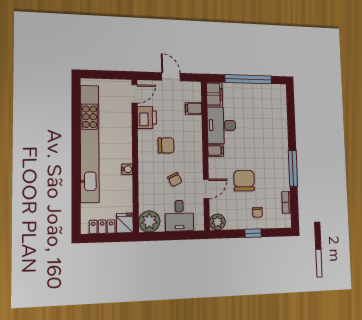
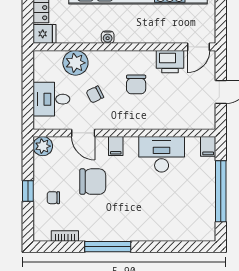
door: (134, 94) -> (198, 47), hinge flipped
filing cabinet: (214, 94) -> (208, 146), width x0.50
filing cabinet: (194, 108) -> (182, 119), removed
filing cabinet: (216, 150) -> (116, 146), moved
plant: (149, 221) -> (75, 63), moved

